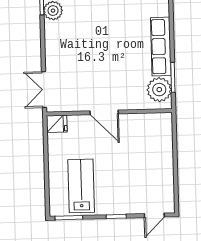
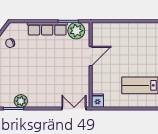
double door: (44, 90) -> (74, 109), swing flipped
door: (104, 112) -> (91, 56), moved

